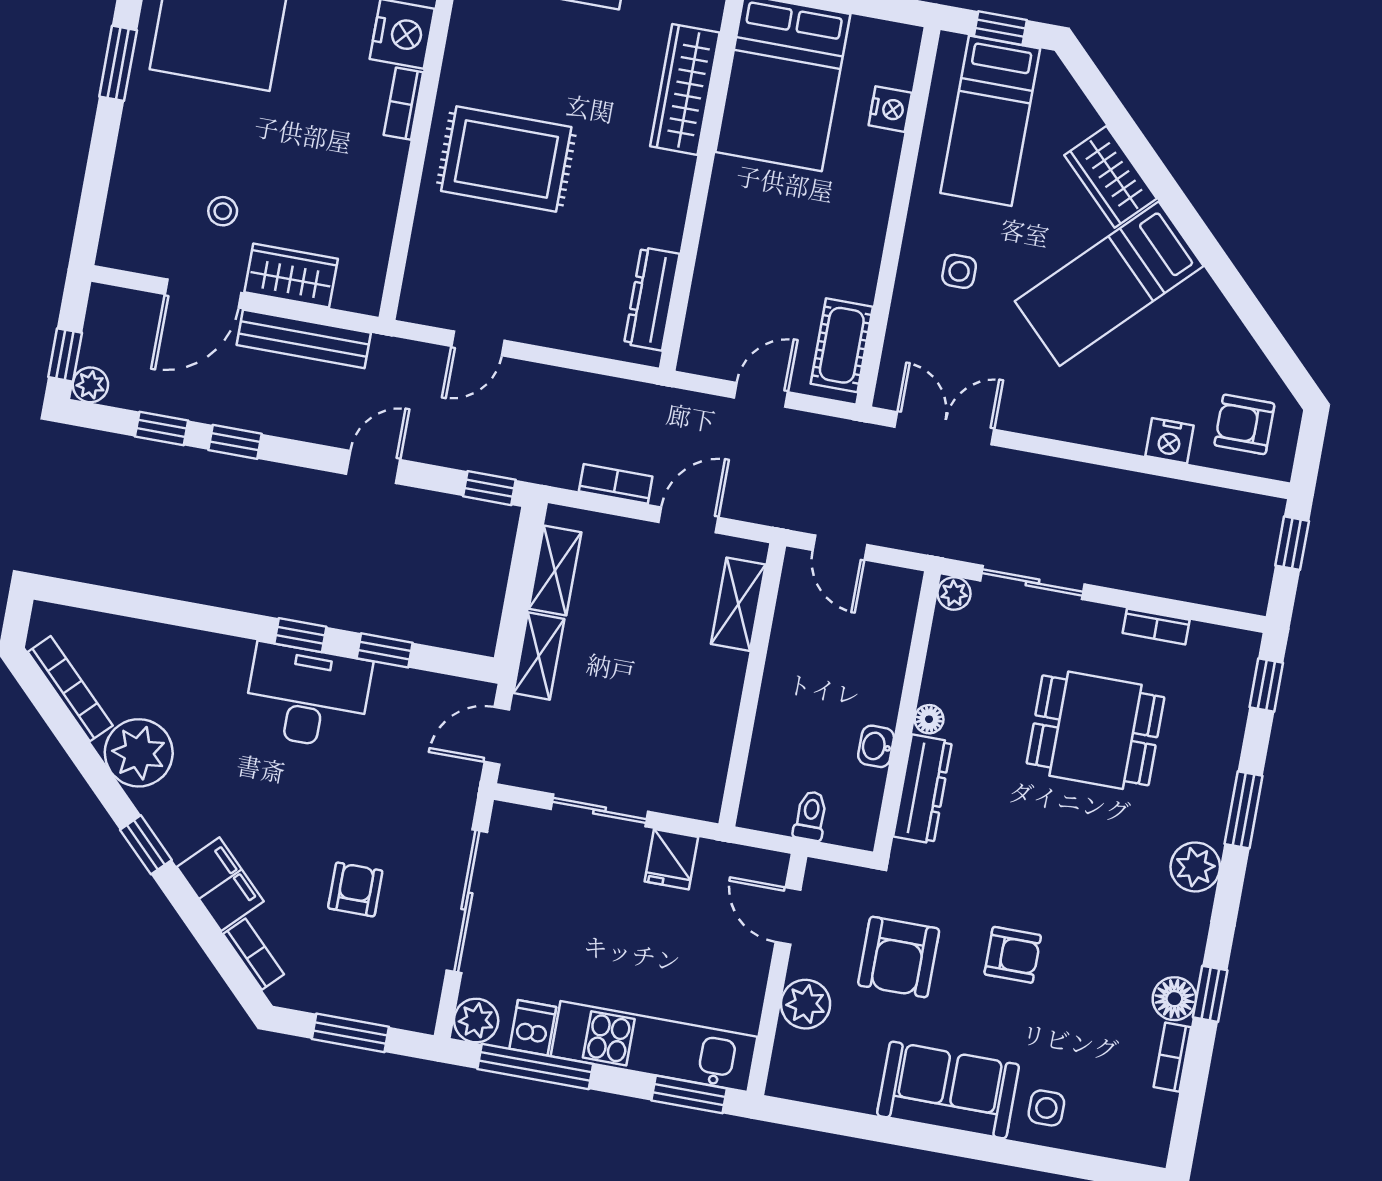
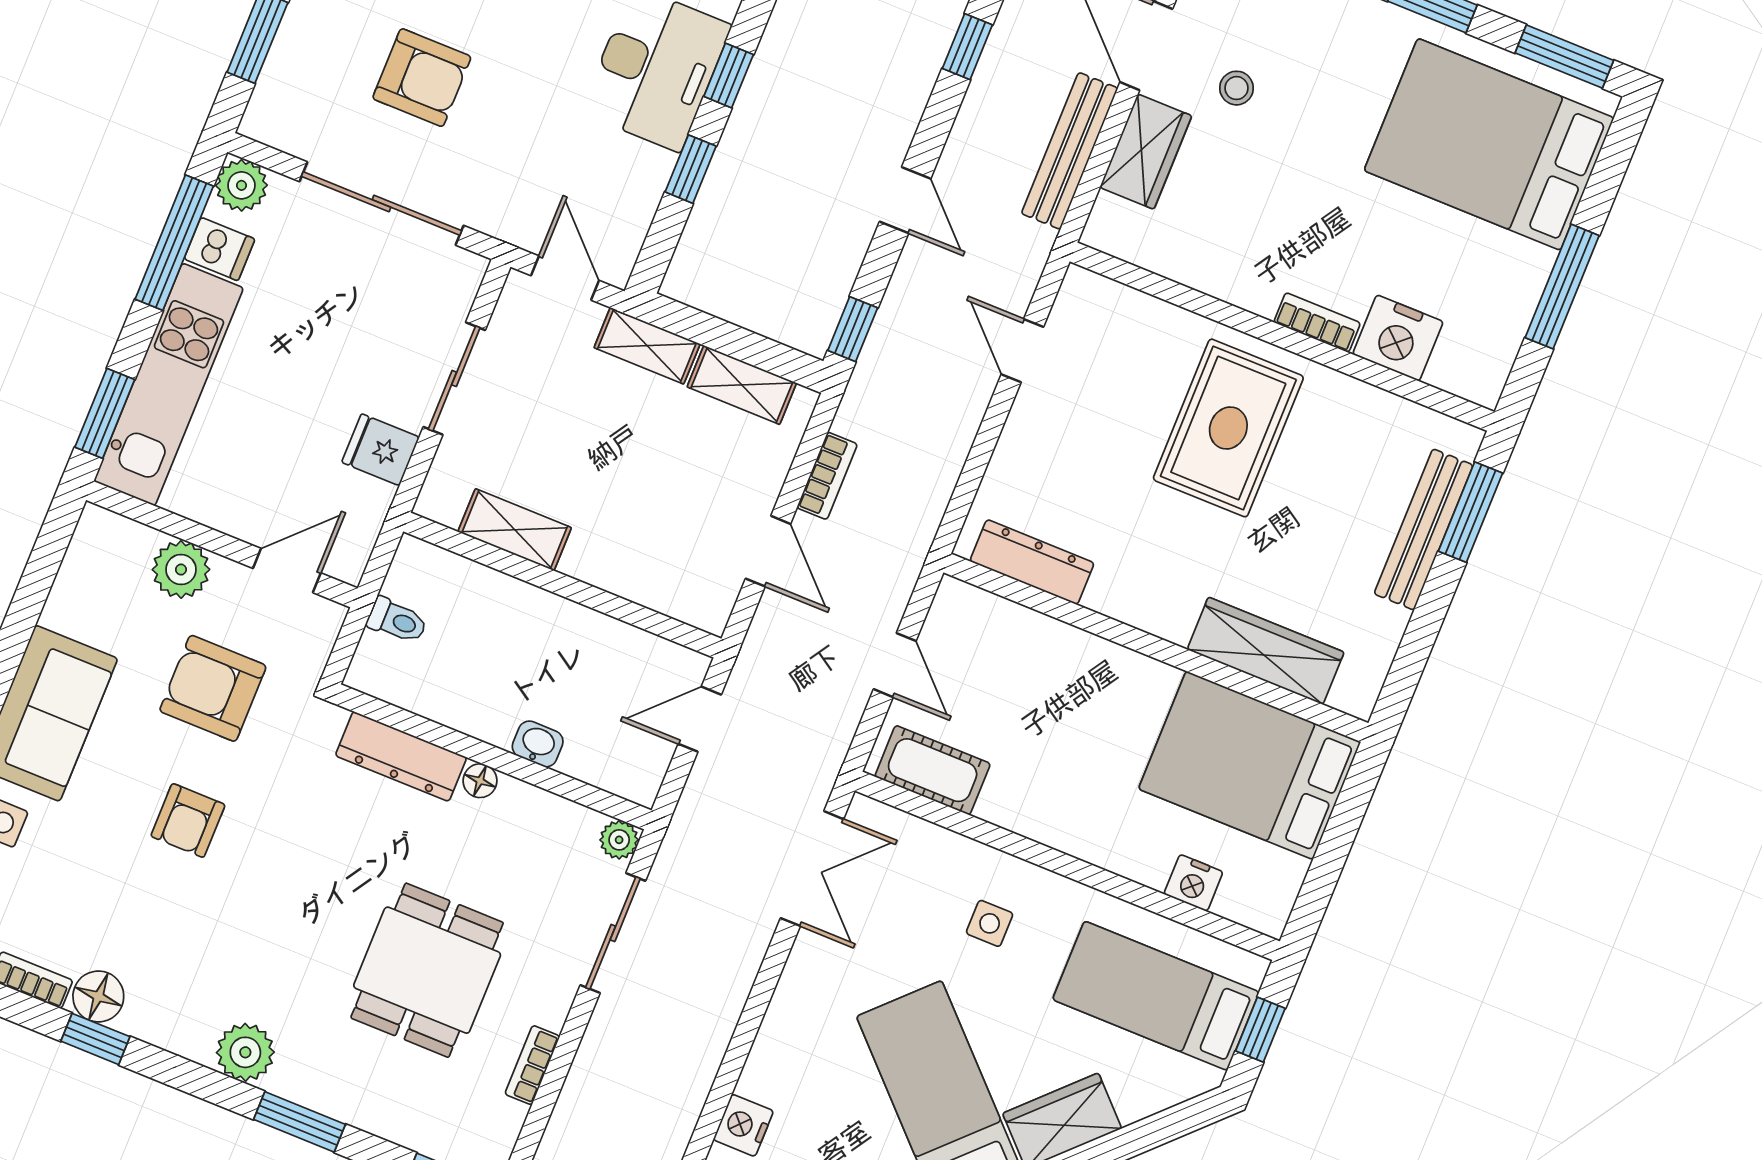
shelving: (738, 604) -> (515, 530), moved
washbasin: (876, 746) -> (538, 744), moved
armchair: (355, 889) -> (422, 78), width x1.38, depth x1.38

